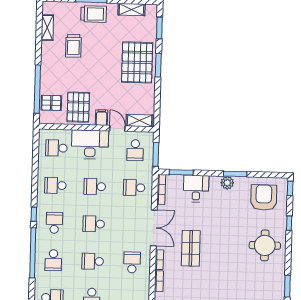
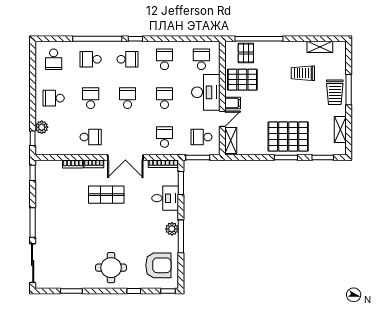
window: (235, 174) -> (181, 236), width x1.44

